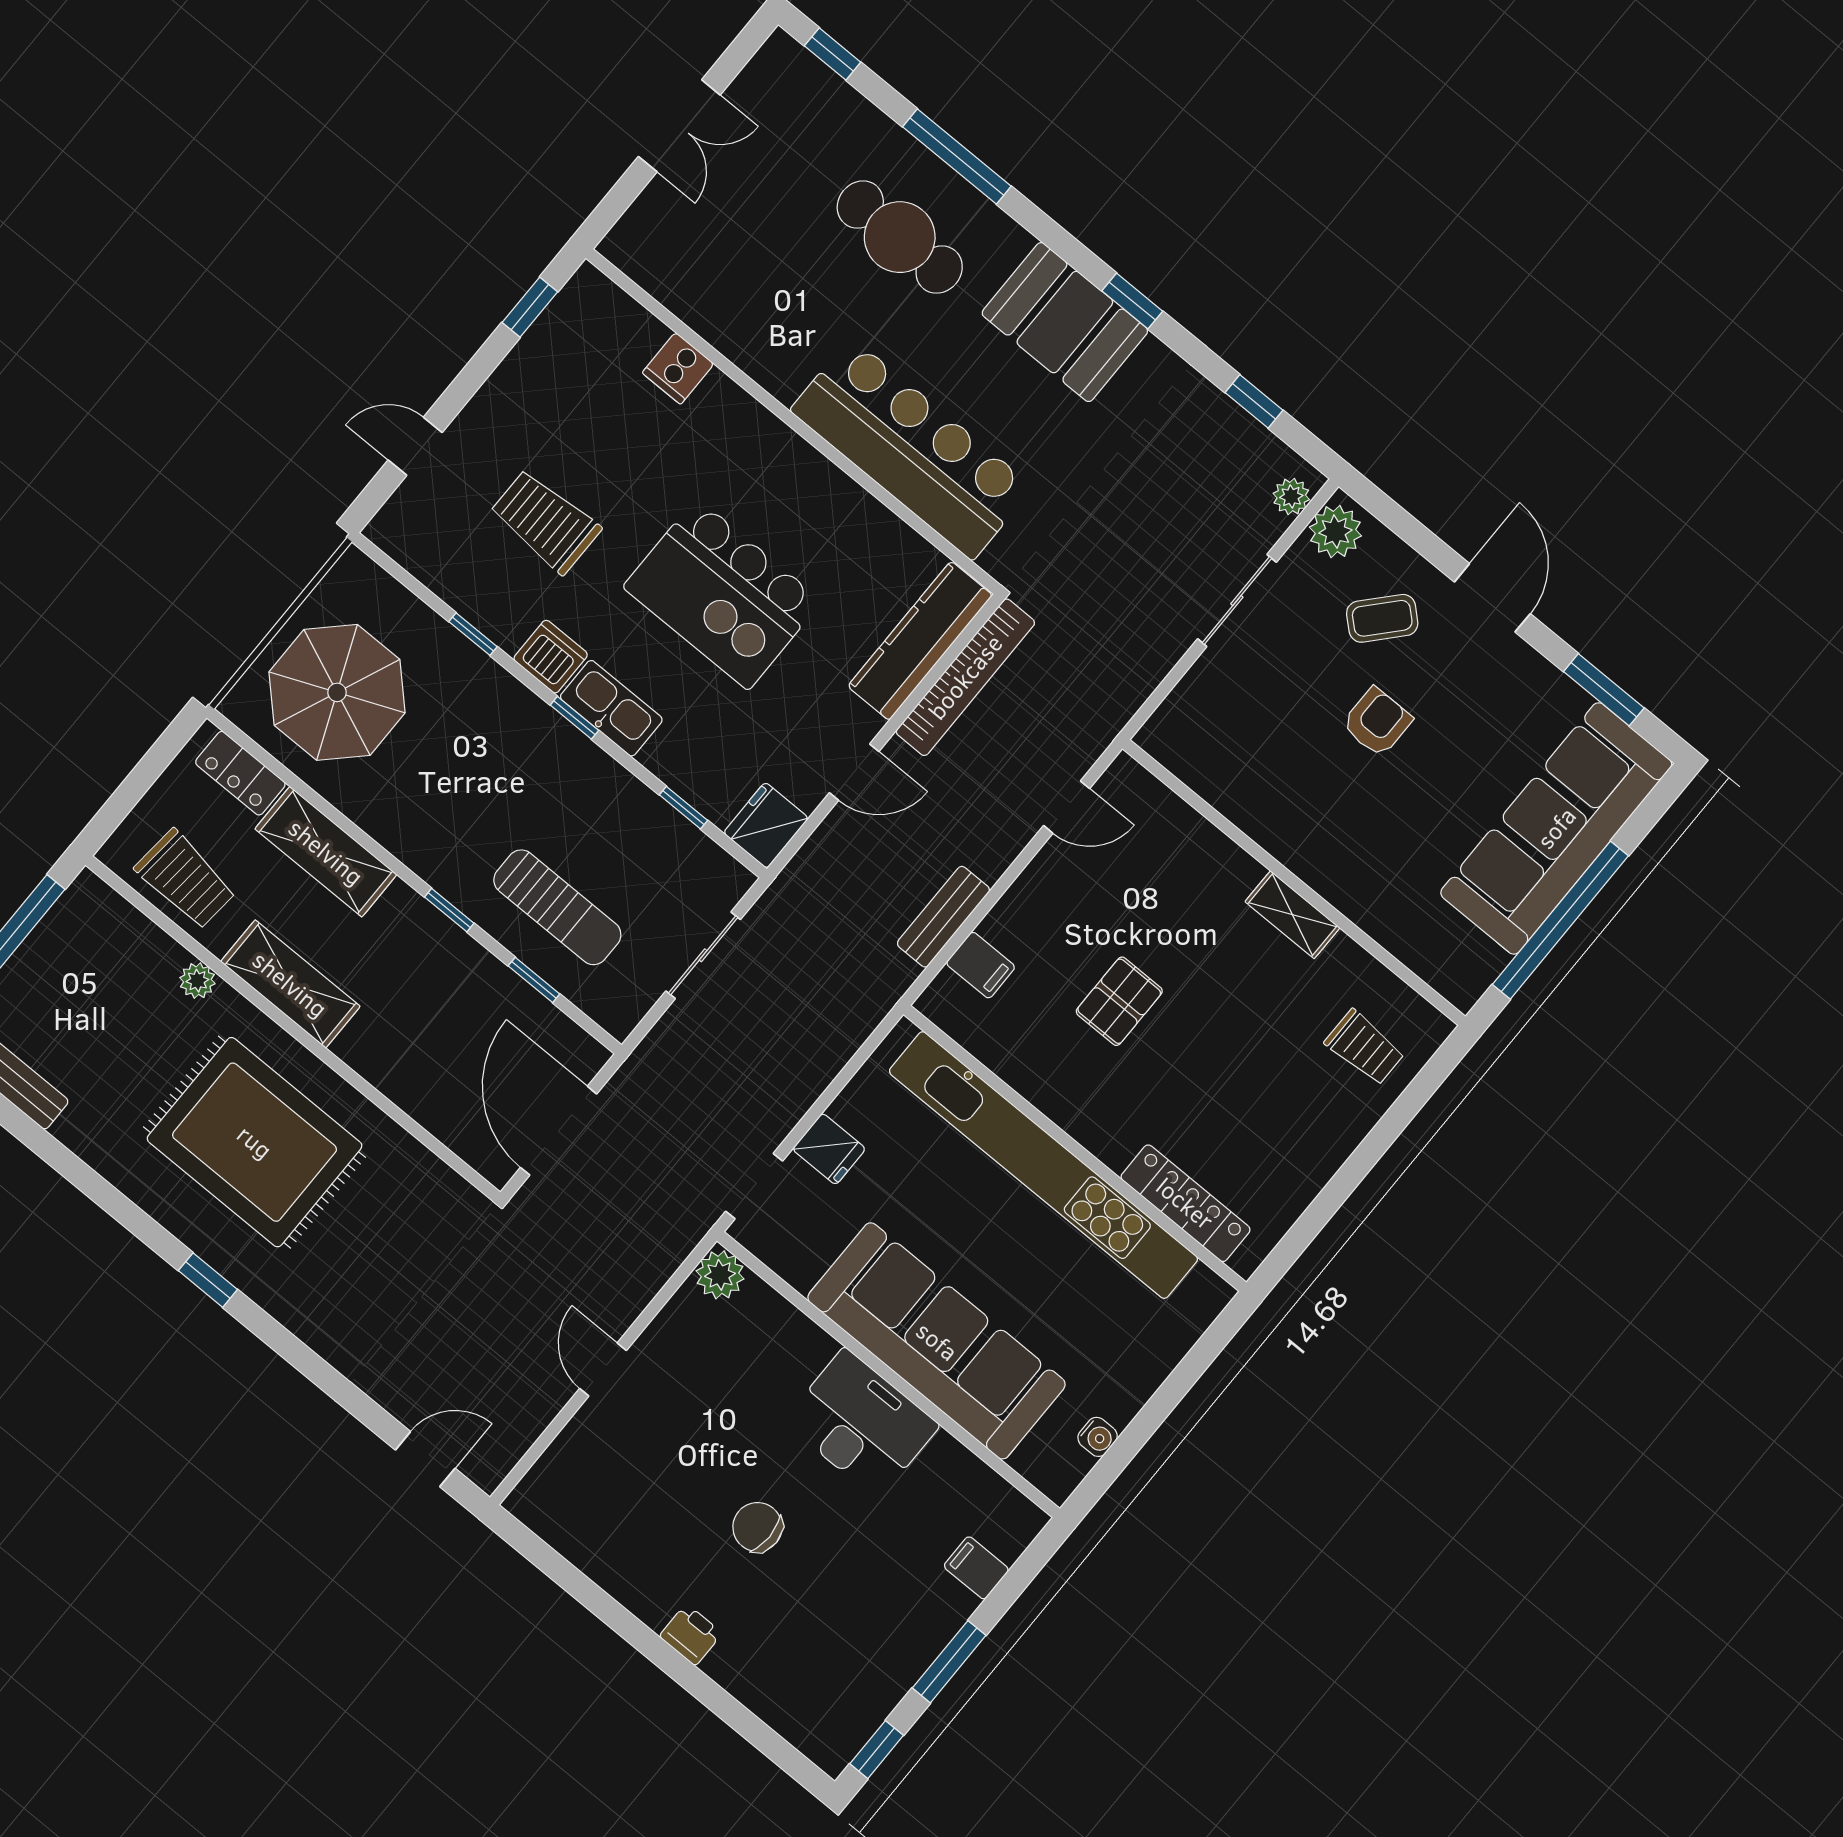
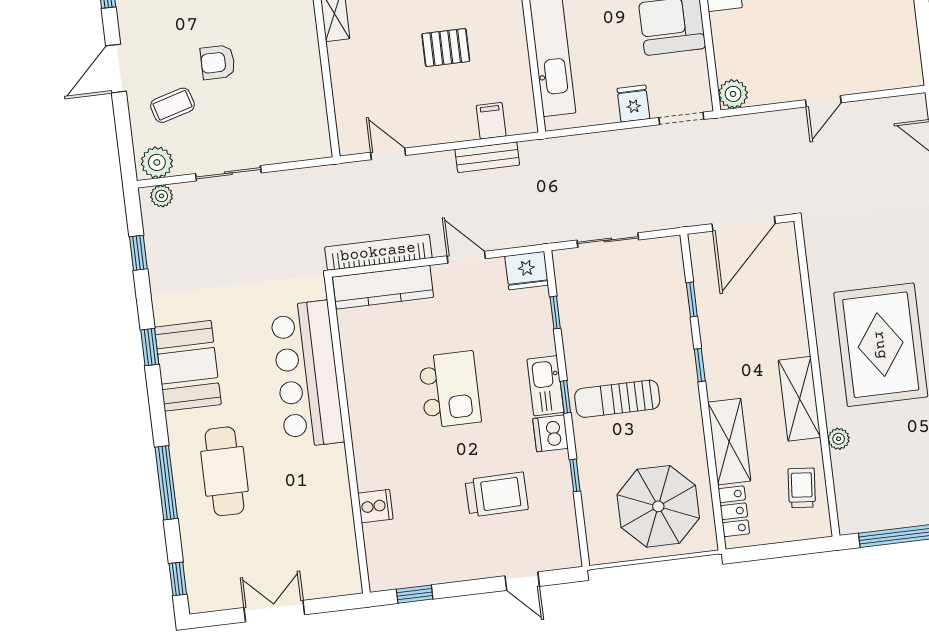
trolley: (545, 521) -> (497, 494), turned -91
kitchen island: (722, 594) -> (450, 389), width x0.73, depth x0.78
coffee table: (1382, 618) -> (172, 105), turned -58
trolley: (185, 879) -> (802, 488), width x0.73, depth x0.72
sun lounger: (557, 907) -> (617, 399), moved, turned -90

